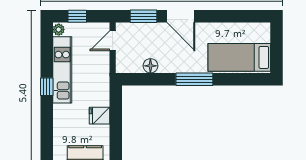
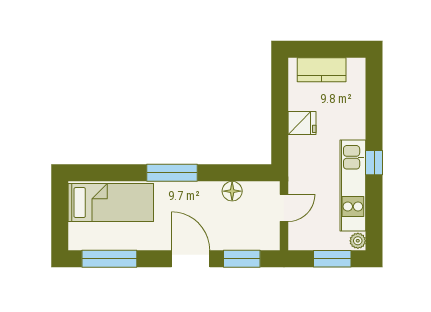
window: (77, 16) -> (332, 259), width x1.50
window: (240, 16) -> (109, 259), added
door: (113, 41) -> (284, 208), moved

